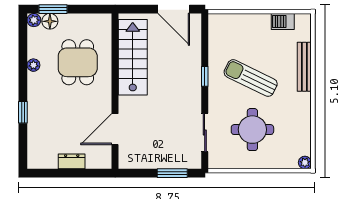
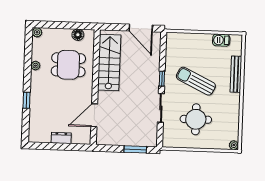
window: (53, 9) -> (51, 25), removed
floor lamp: (50, 21) -> (78, 35), moved
dining table: (78, 62) -> (68, 65), turned 90
sliding door: (205, 132) -> (161, 108), moved

